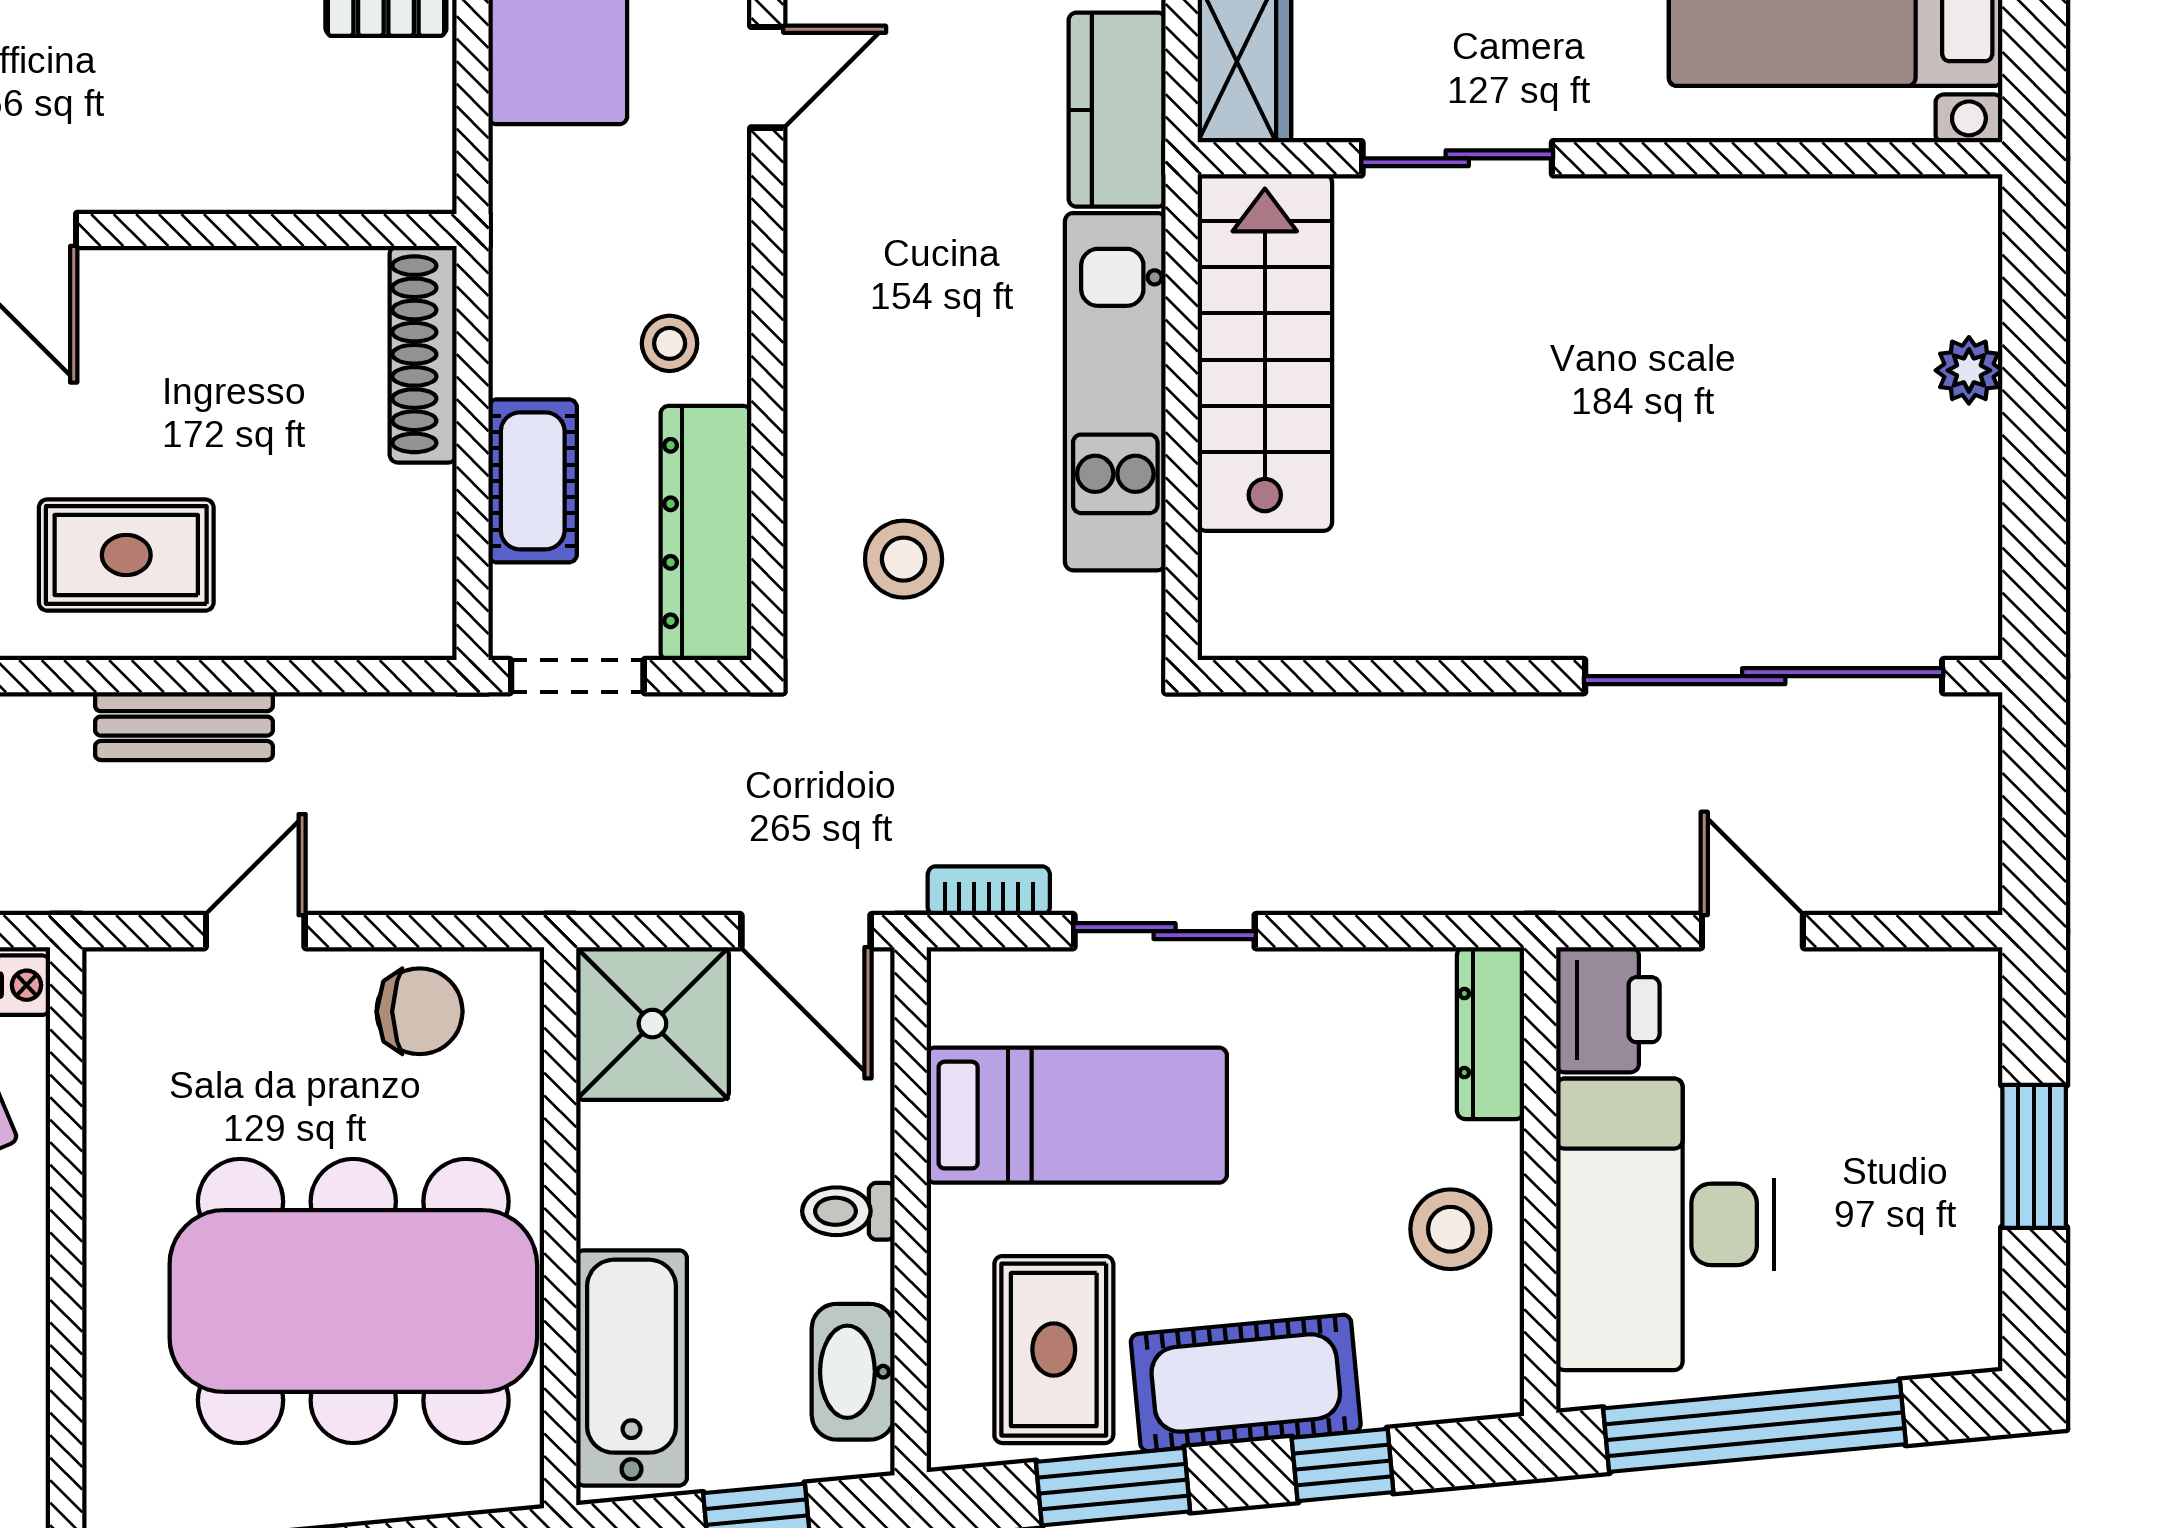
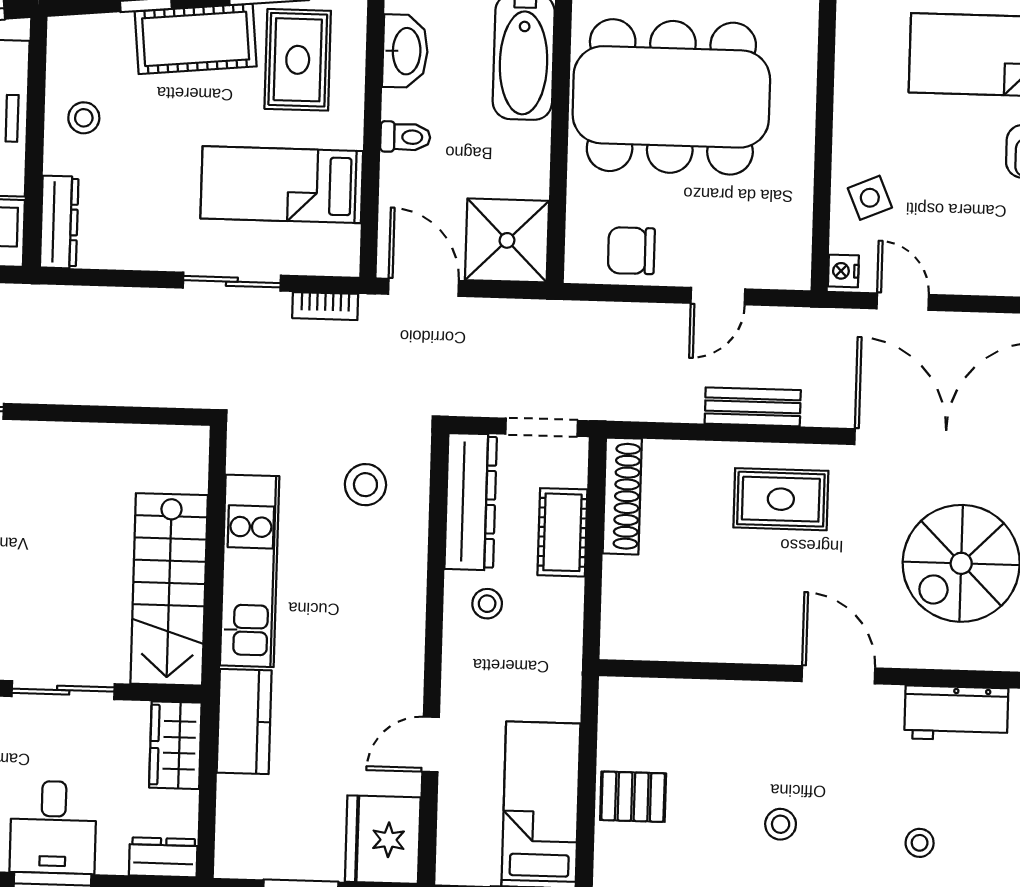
shoe rack: (423, 354) -> (622, 496), moved
stool: (1450, 1229) -> (84, 118), width x0.73, depth x0.73

